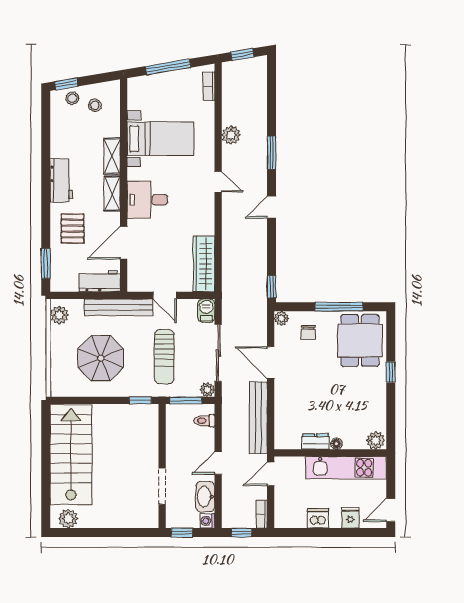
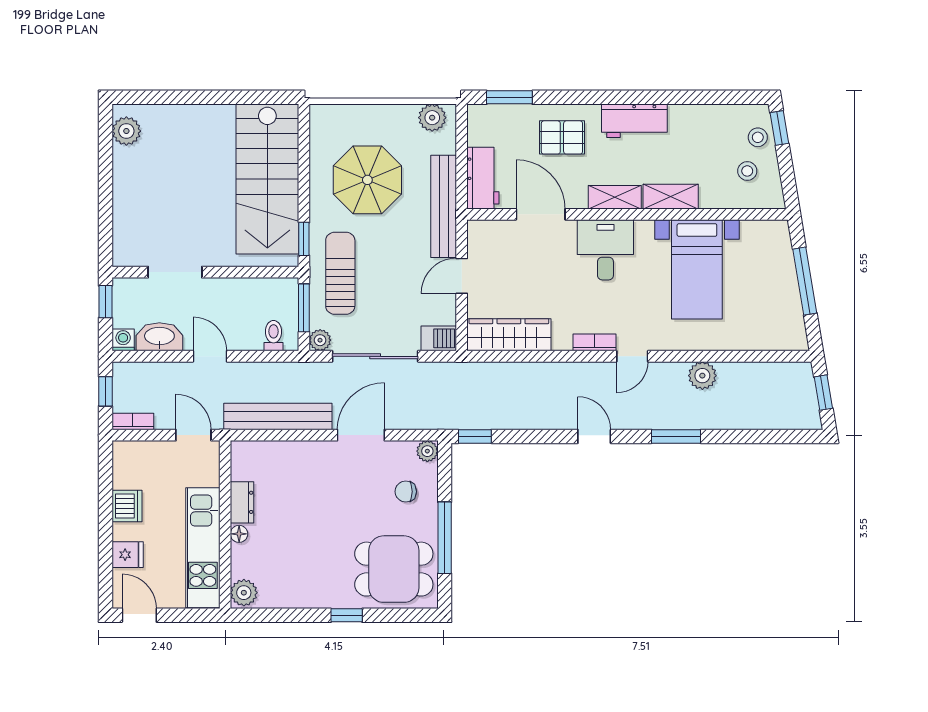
bookcase: (209, 86) -> (595, 342), moved
sun lounger: (164, 357) -> (340, 273), moved, turned 90
stairs: (71, 455) -> (267, 179), moved, turned 90

